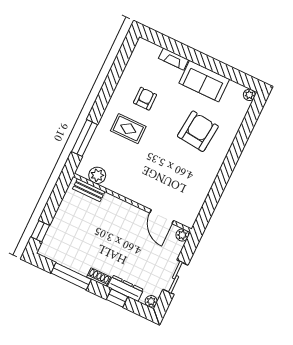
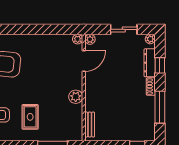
plant: (97, 175) -> (76, 97), moved
plant: (189, 221) -> (78, 39), added

